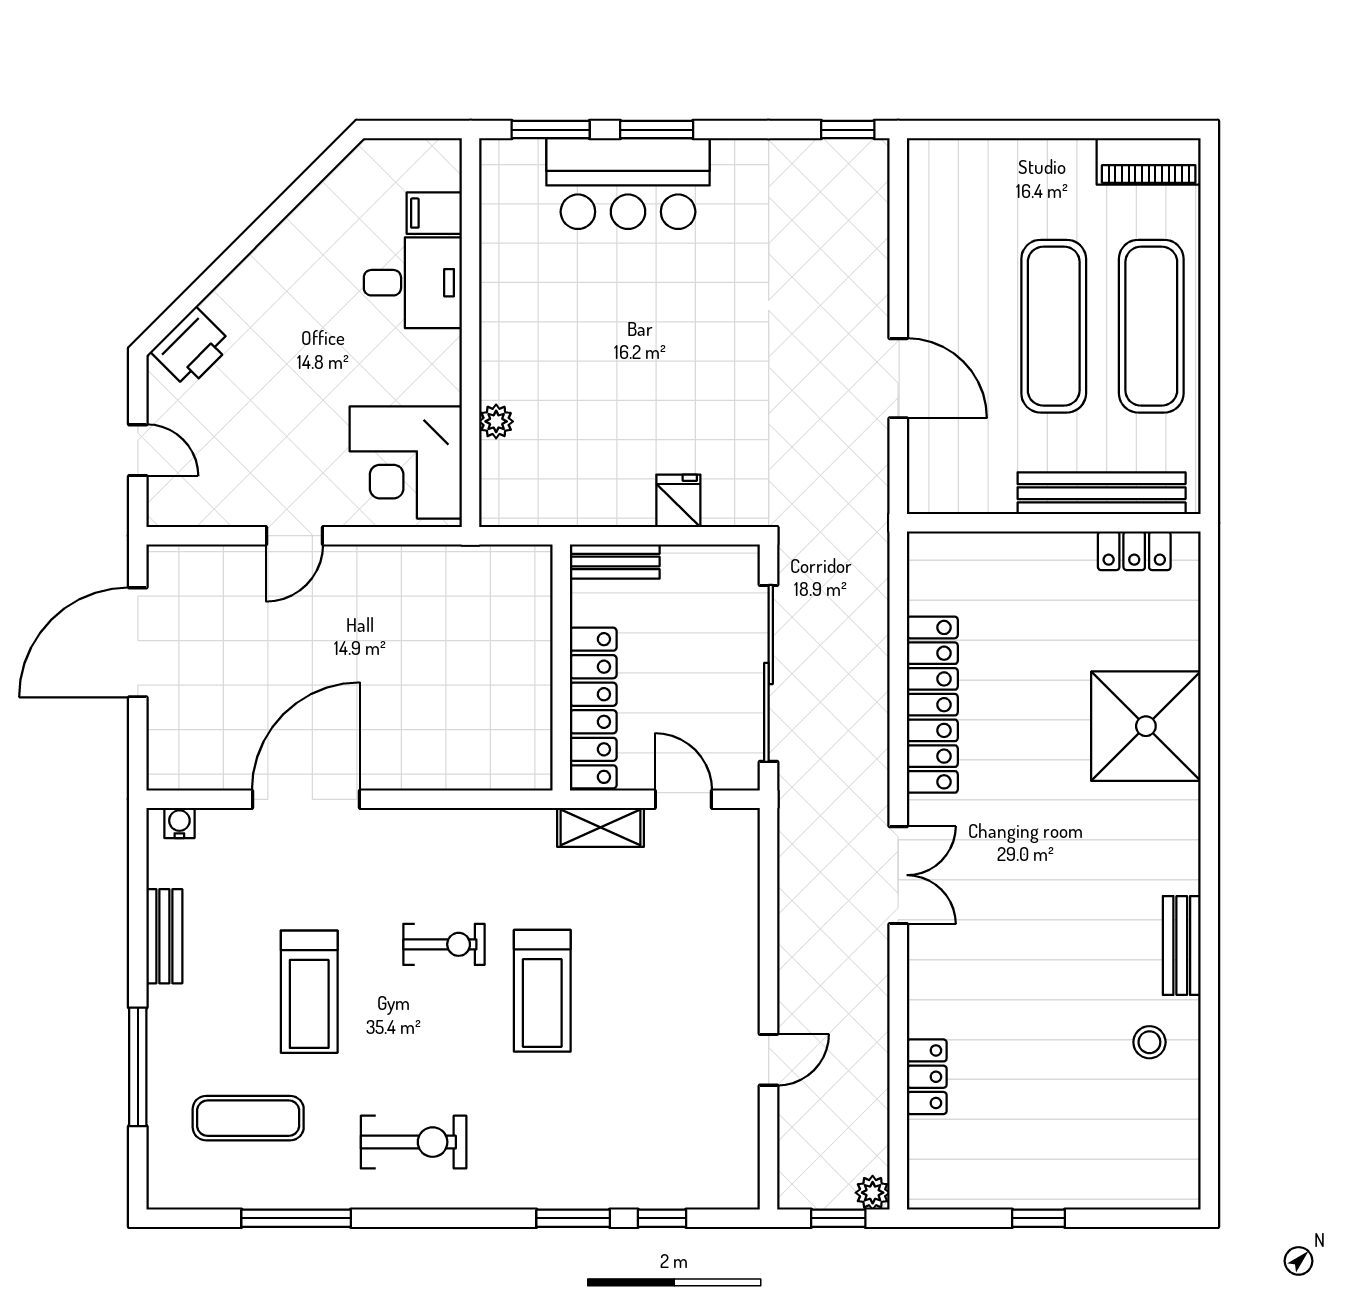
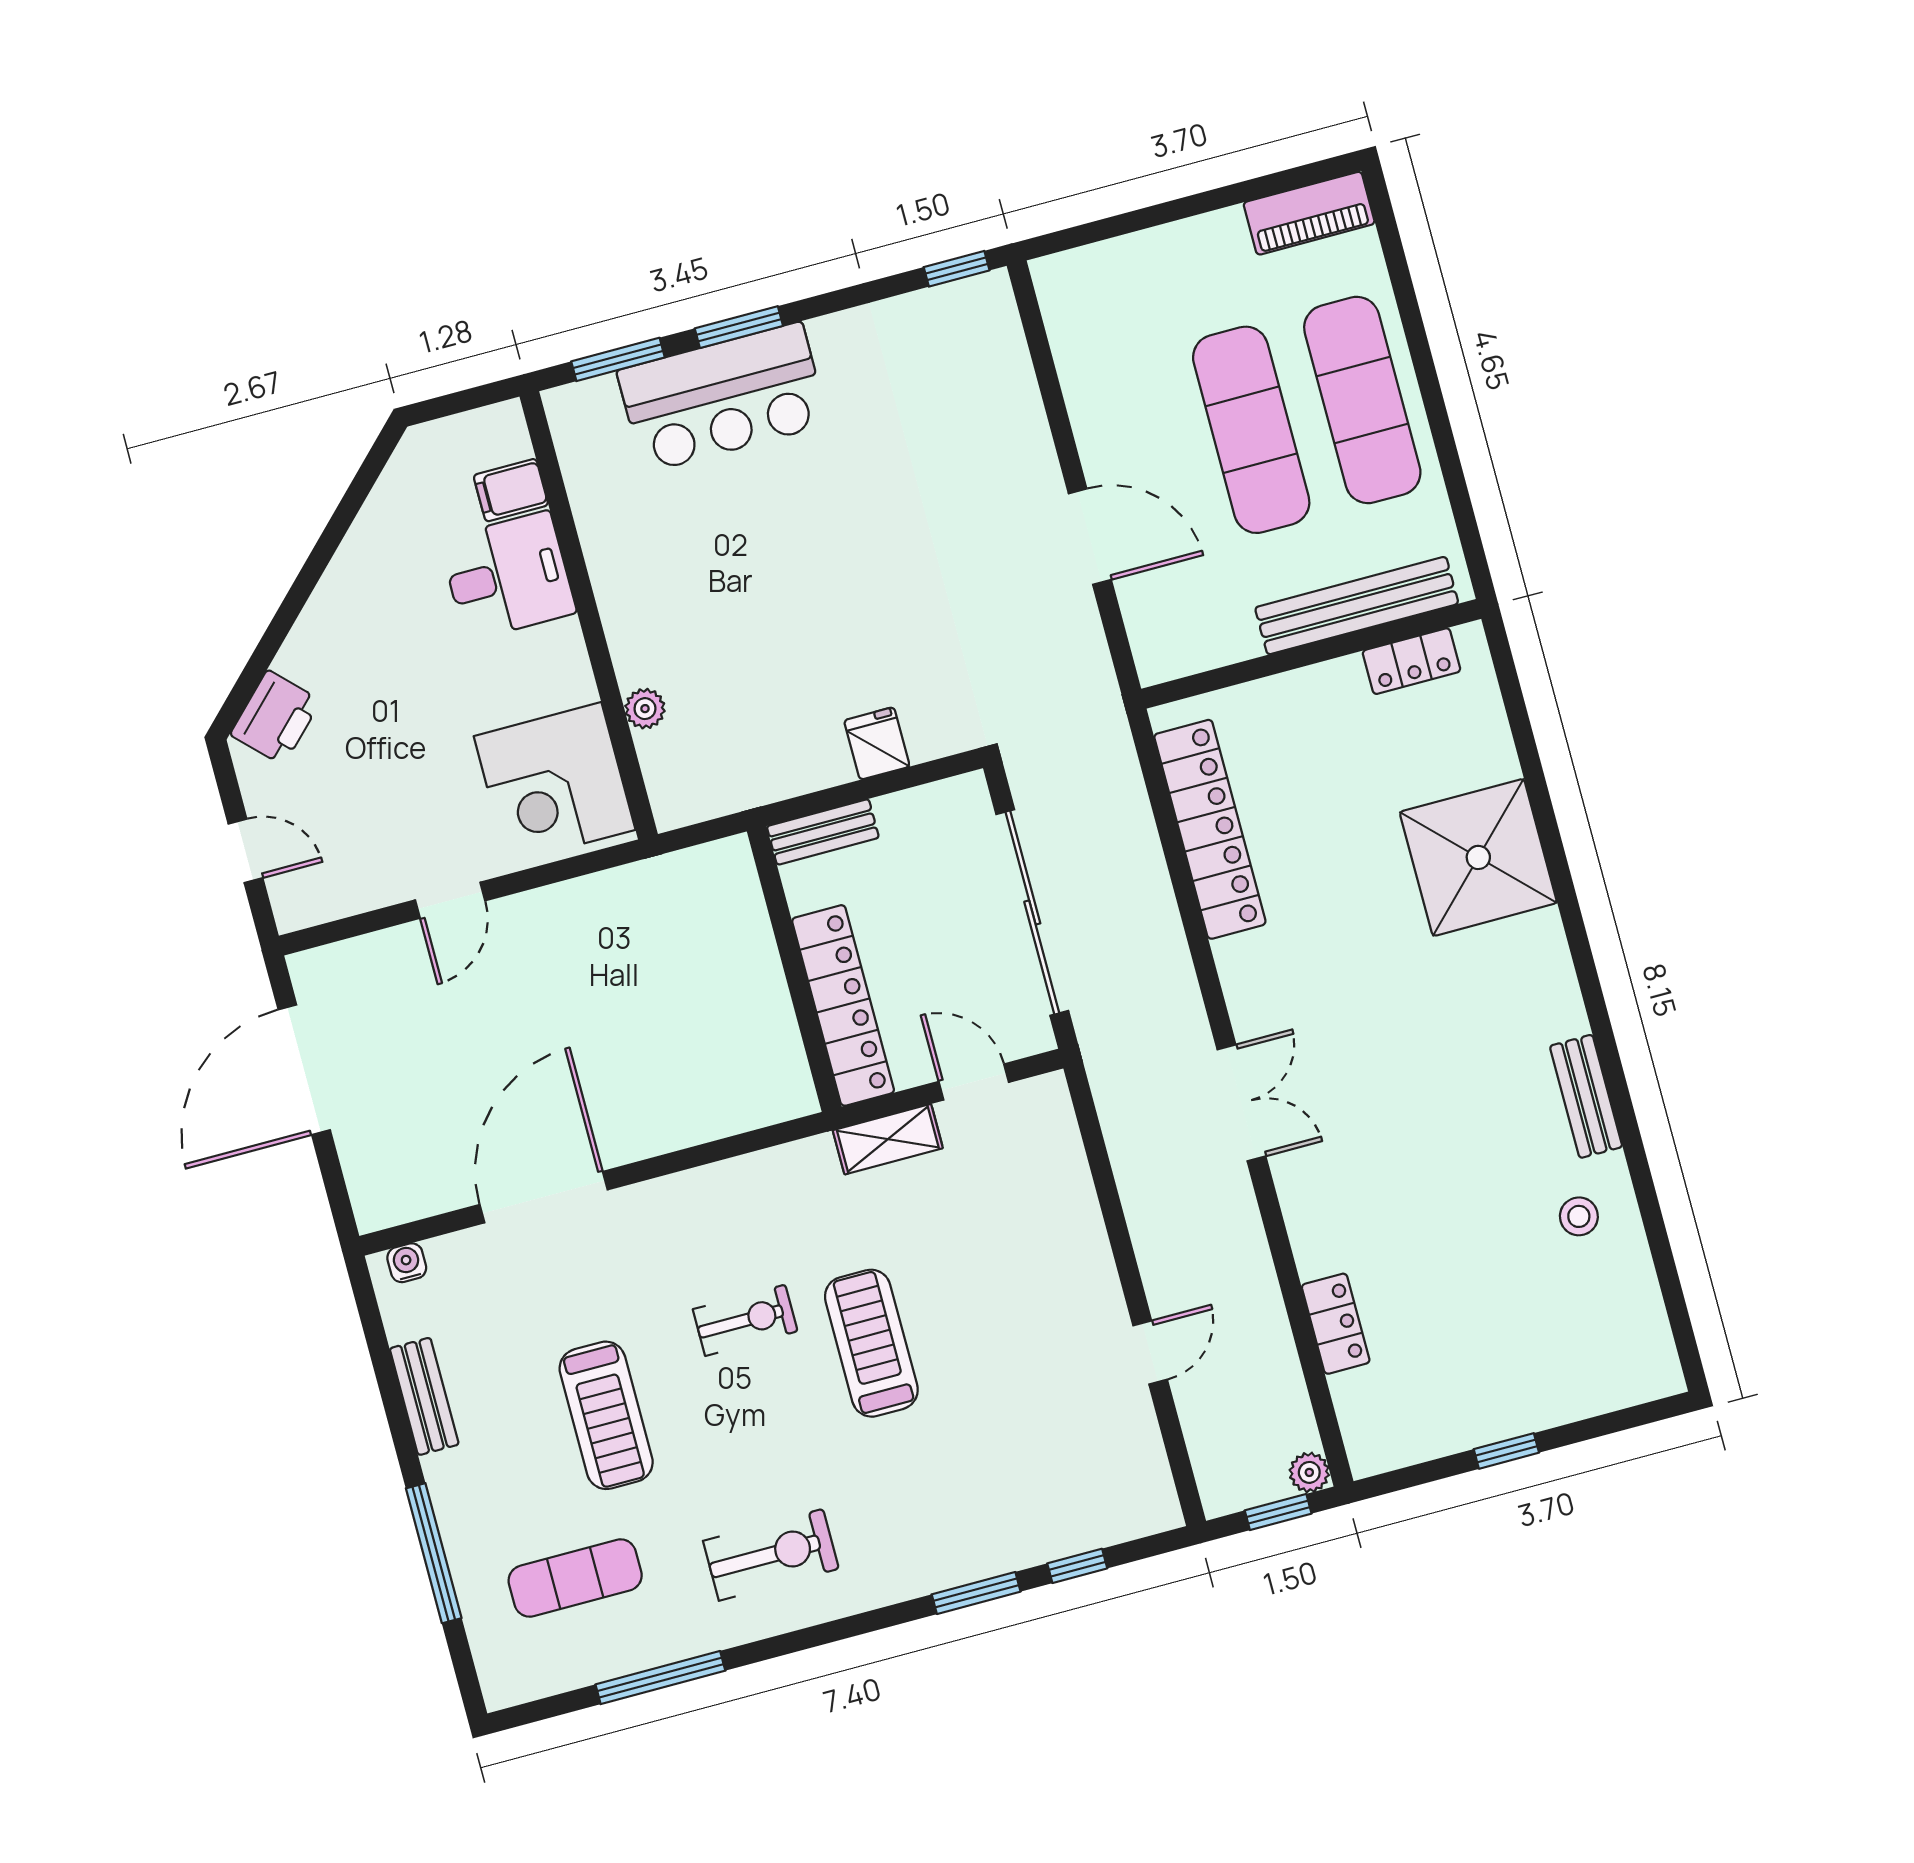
locker: (932, 705) -> (1210, 829), moved
treadmill: (542, 991) -> (871, 1343), turned 180

